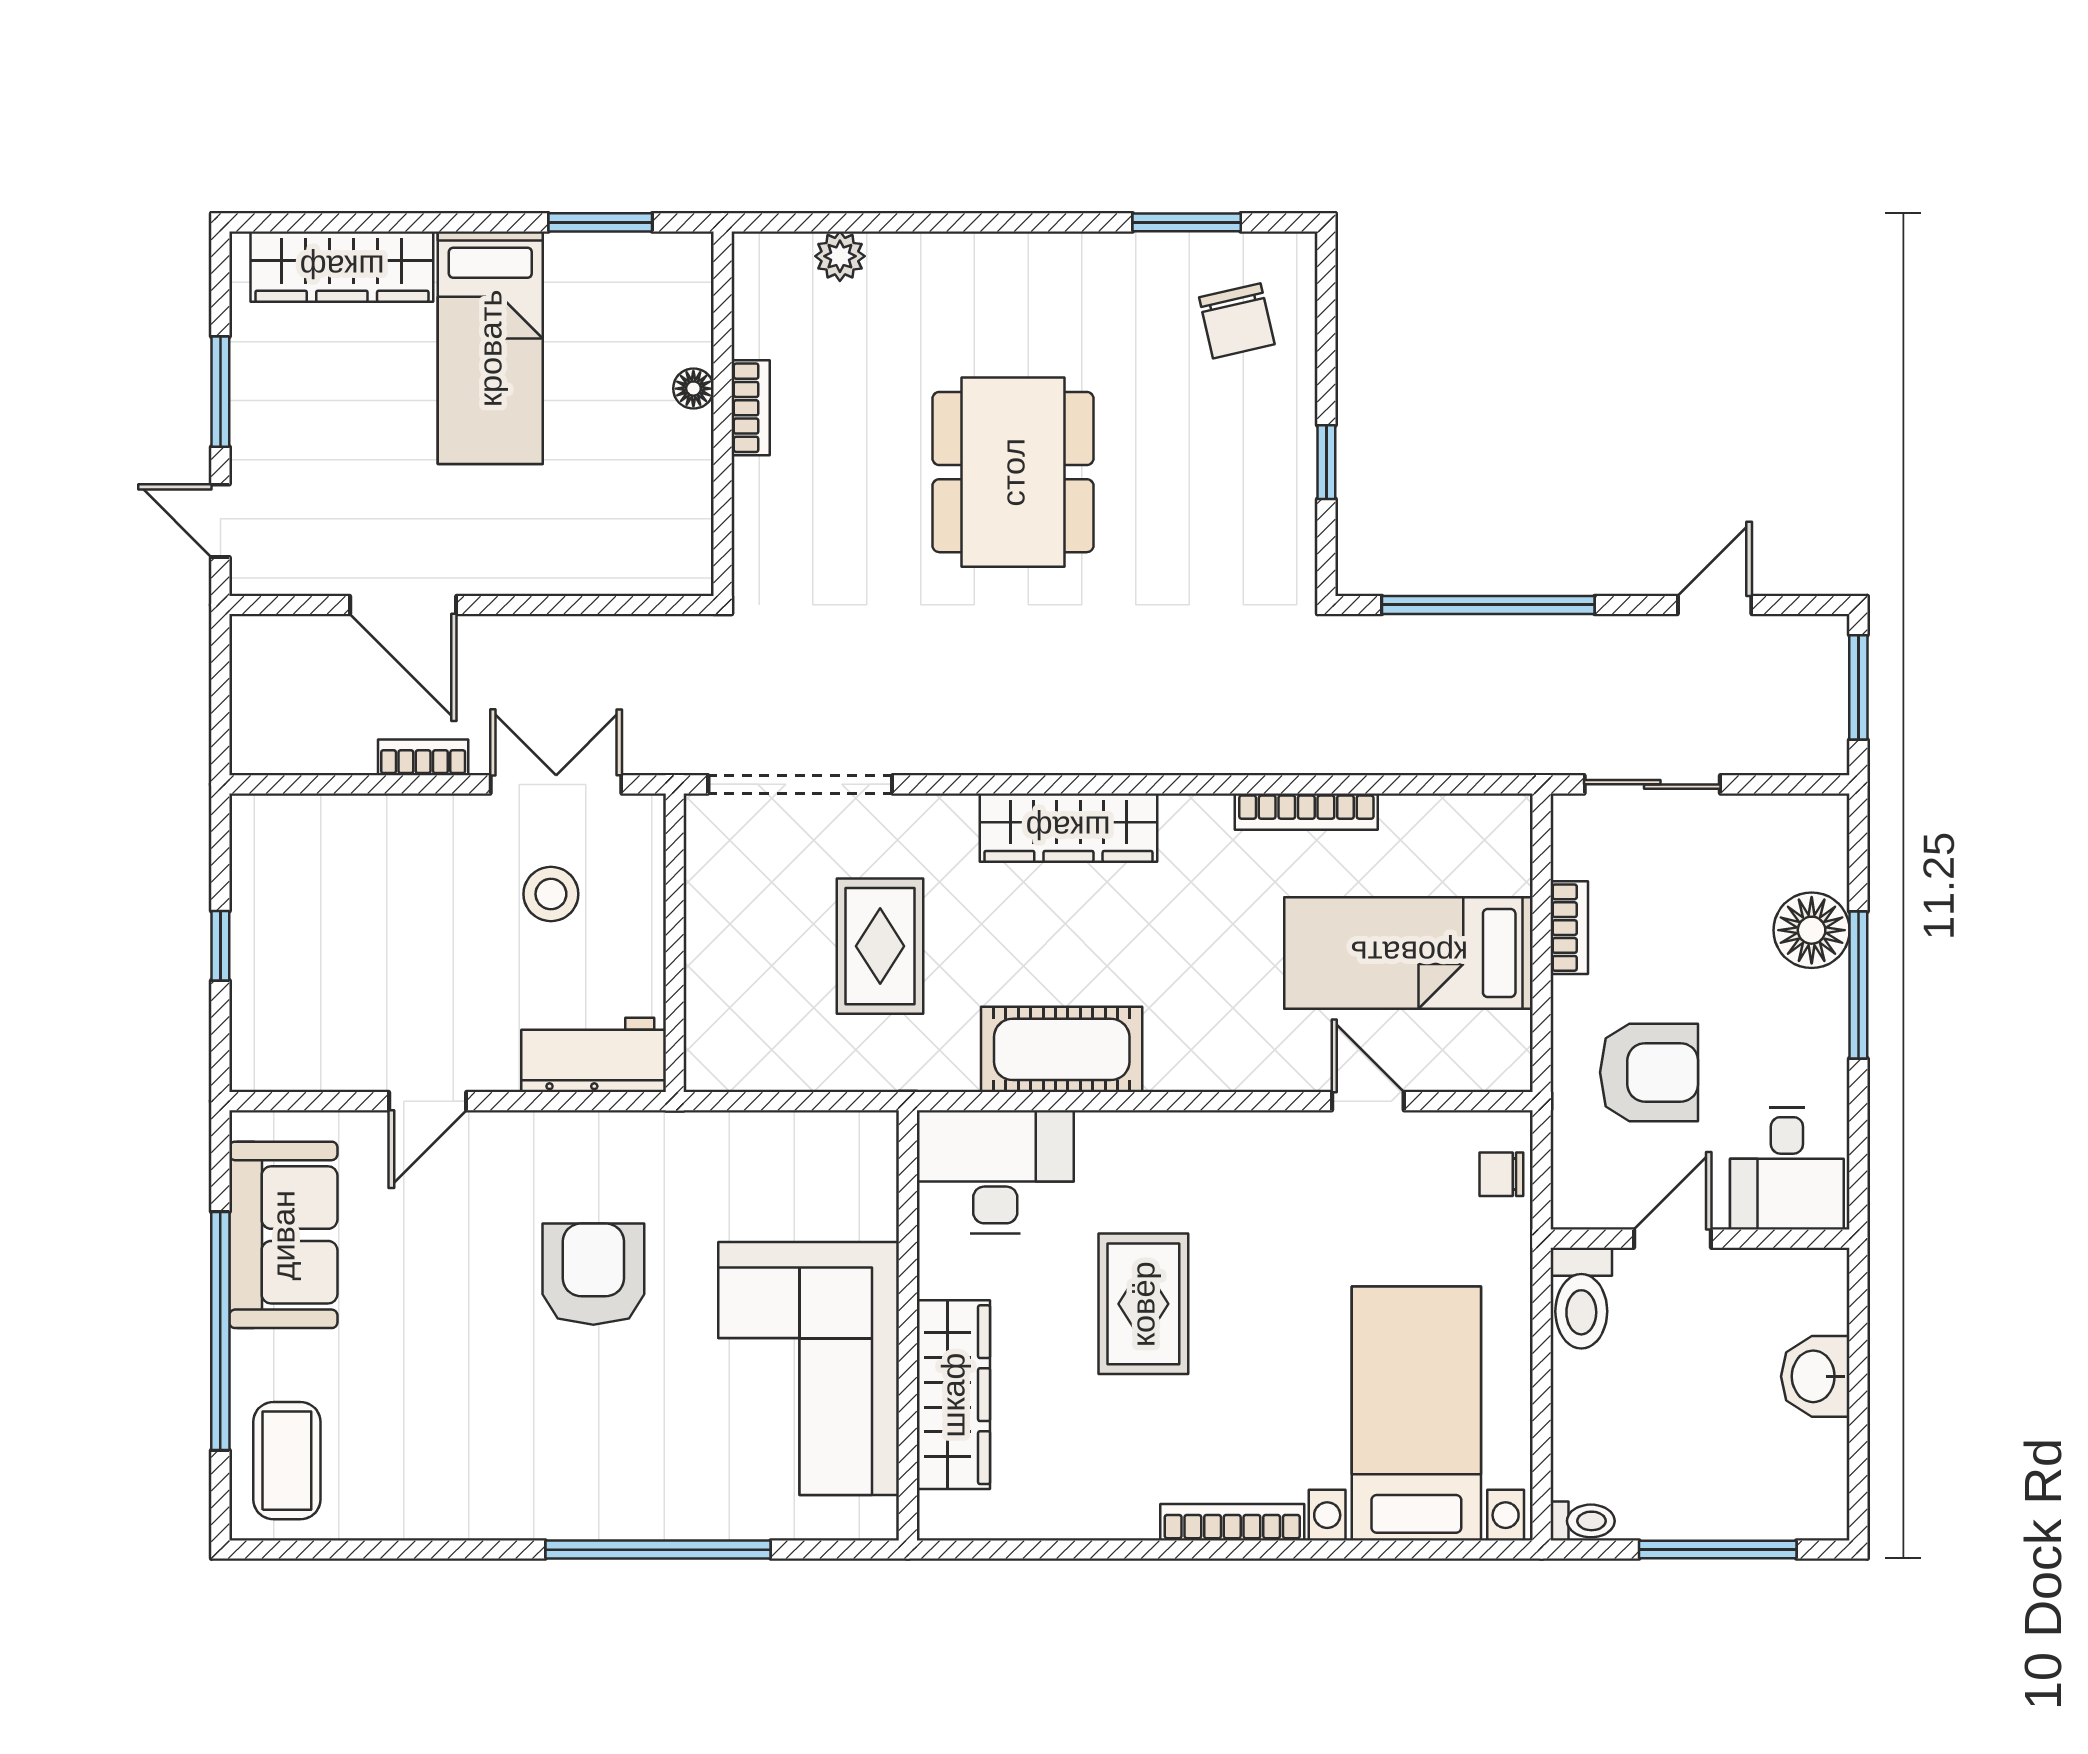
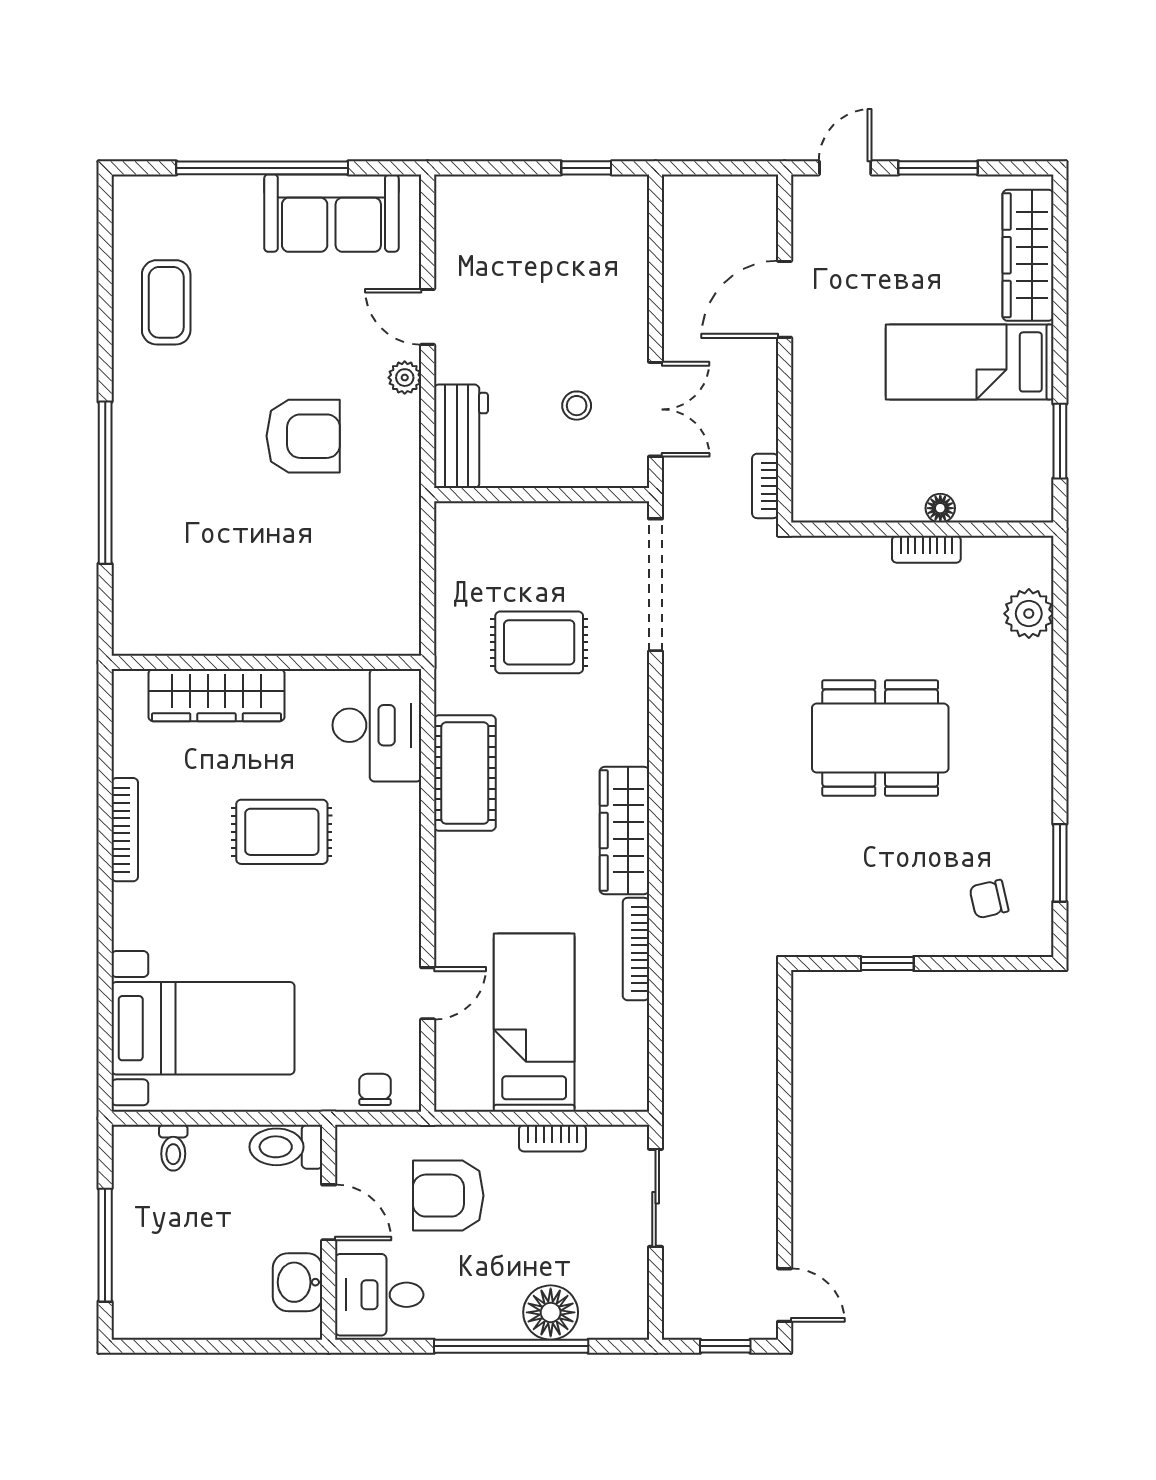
plant: (840, 256) -> (1029, 614), width x1.38, depth x1.38
chair: (1237, 321) -> (989, 899), width x0.73, depth x0.73
window: (1488, 605) -> (785, 1080), removed
door: (1715, 605) -> (785, 1295), moved
window: (1858, 687) -> (725, 1346), width x0.67
bookcase: (423, 757) -> (765, 486), moved, turned 180
wardrobe: (1068, 828) -> (624, 831), moved
stool: (551, 894) -> (577, 406), width x0.73, depth x0.73
window: (220, 946) -> (586, 168), moved
window: (1858, 985) -> (511, 1346), width x1.46
armchair: (1649, 1072) -> (448, 1196), turned 90
plant: (512, 1133) -> (405, 378), added
corner sofa: (809, 1369) -> (235, 591), removed
washbasin: (1815, 1376) -> (298, 1282), moved, turned -90
coffee table: (287, 1461) -> (166, 302), moved, turned 90
toilet: (1583, 1521) -> (173, 1148), moved
bookcase: (1232, 1522) -> (125, 830), moved

